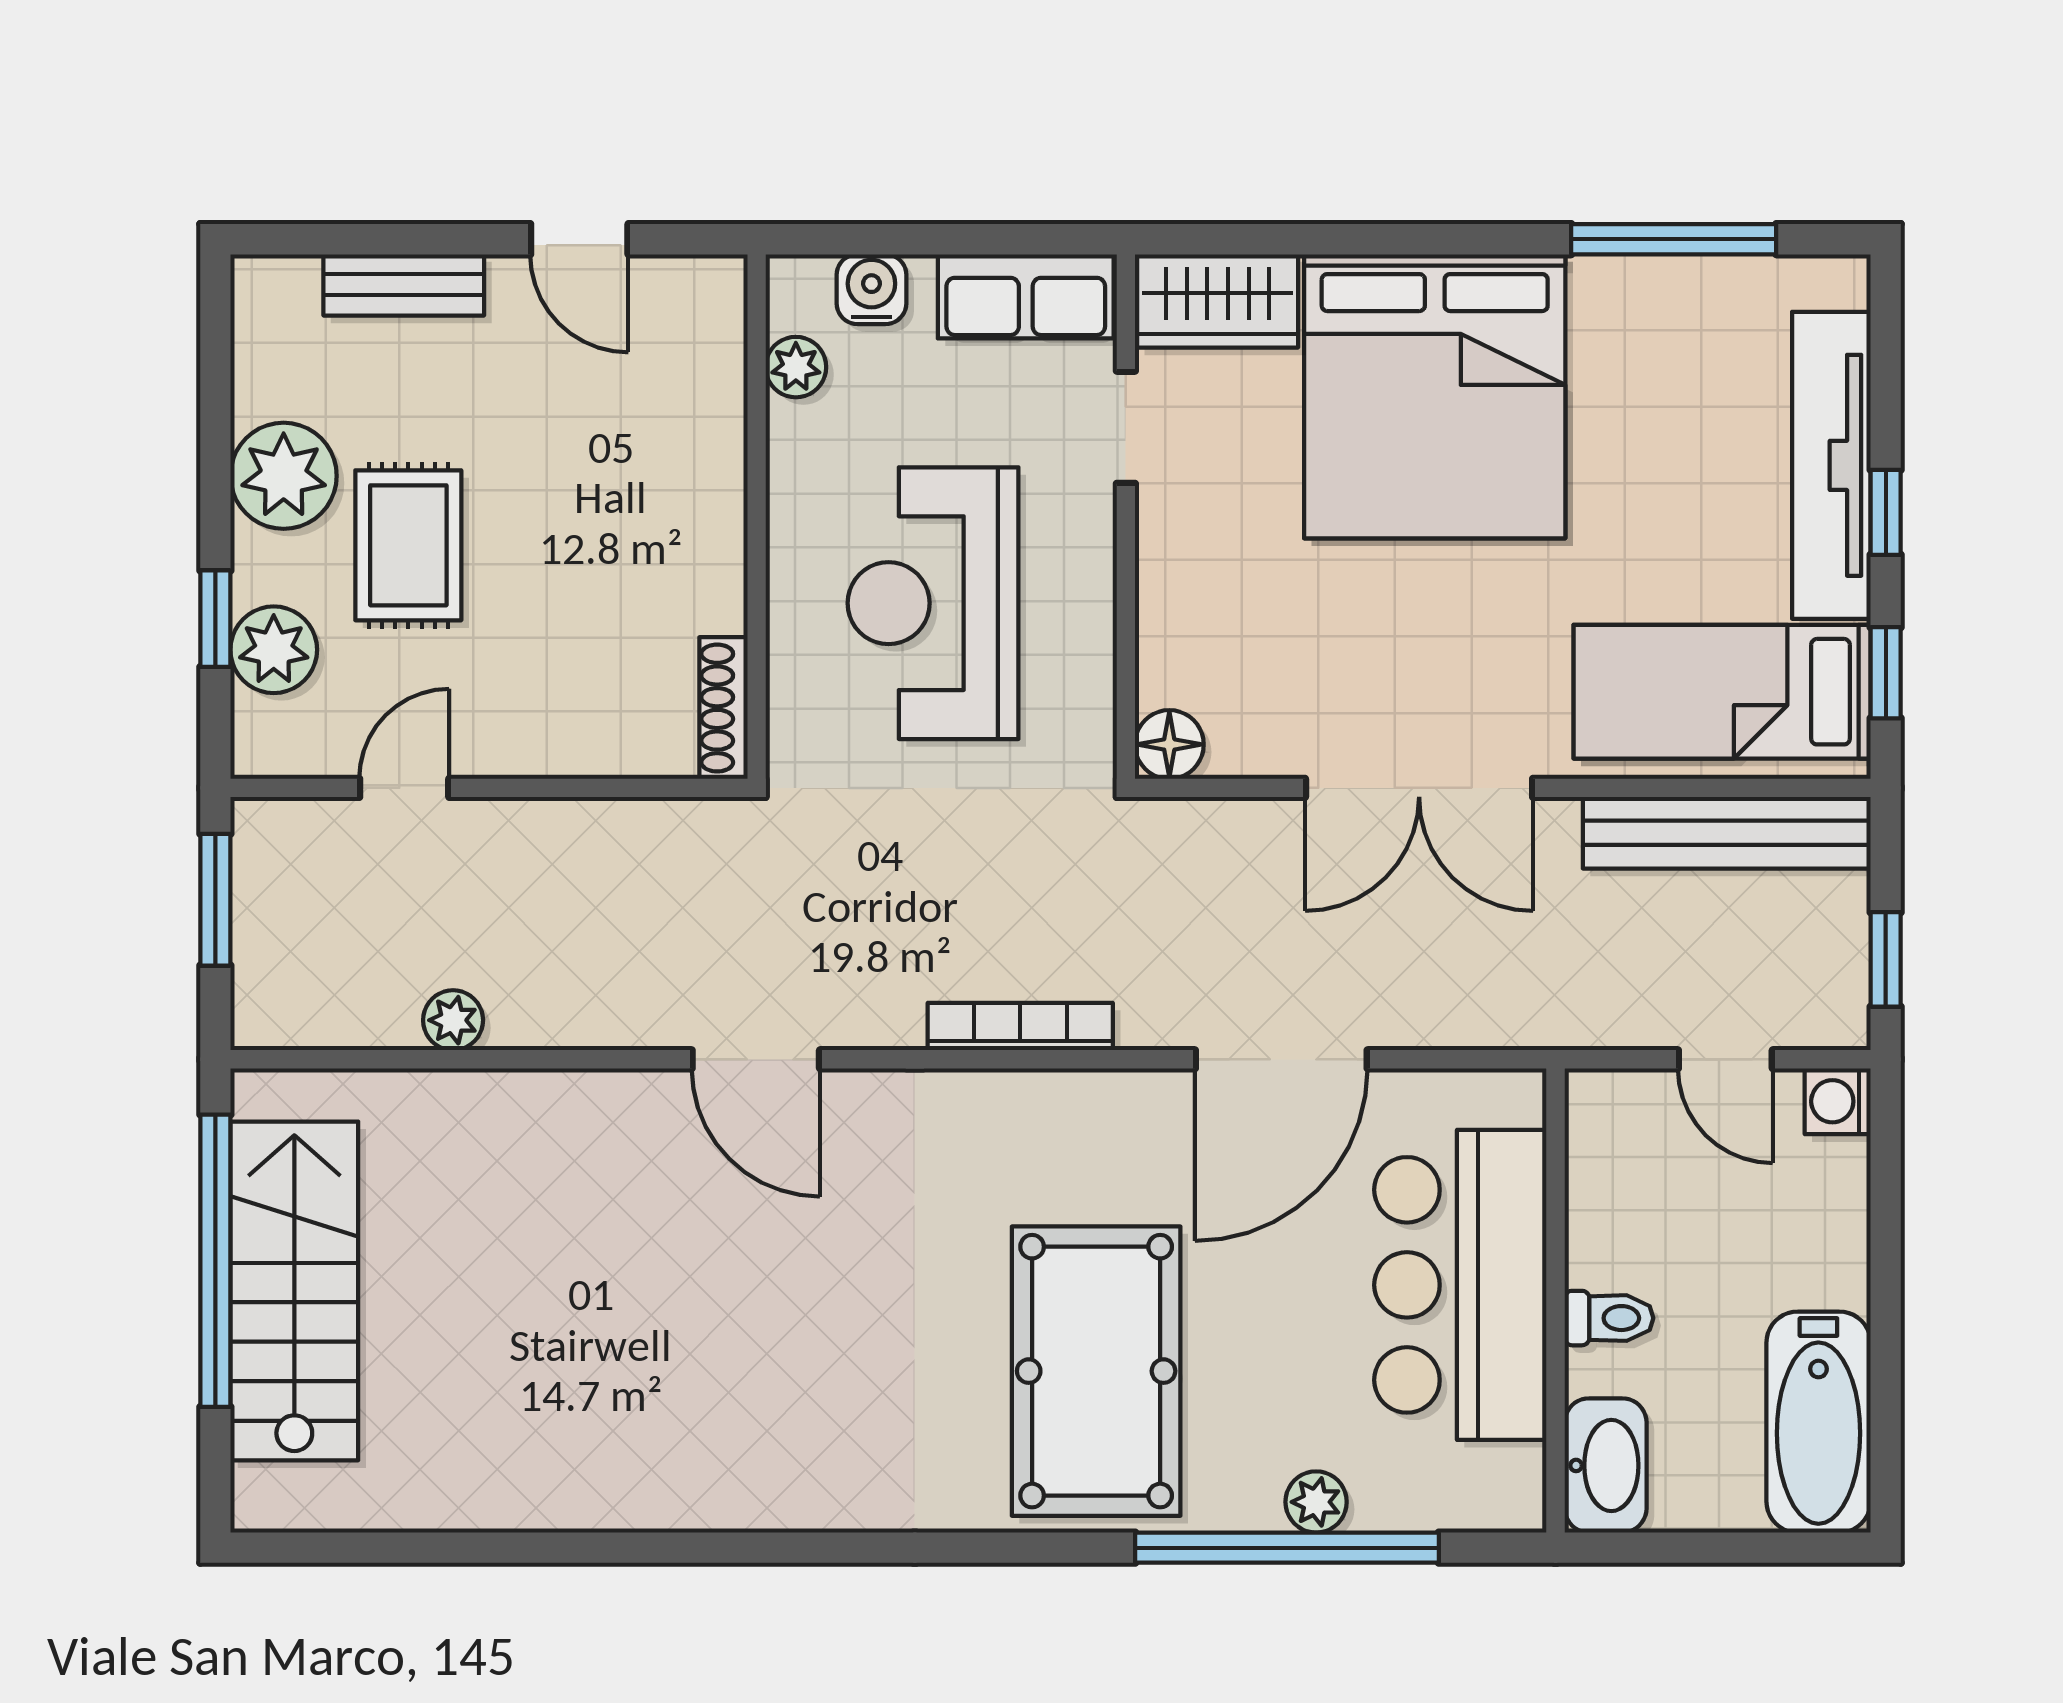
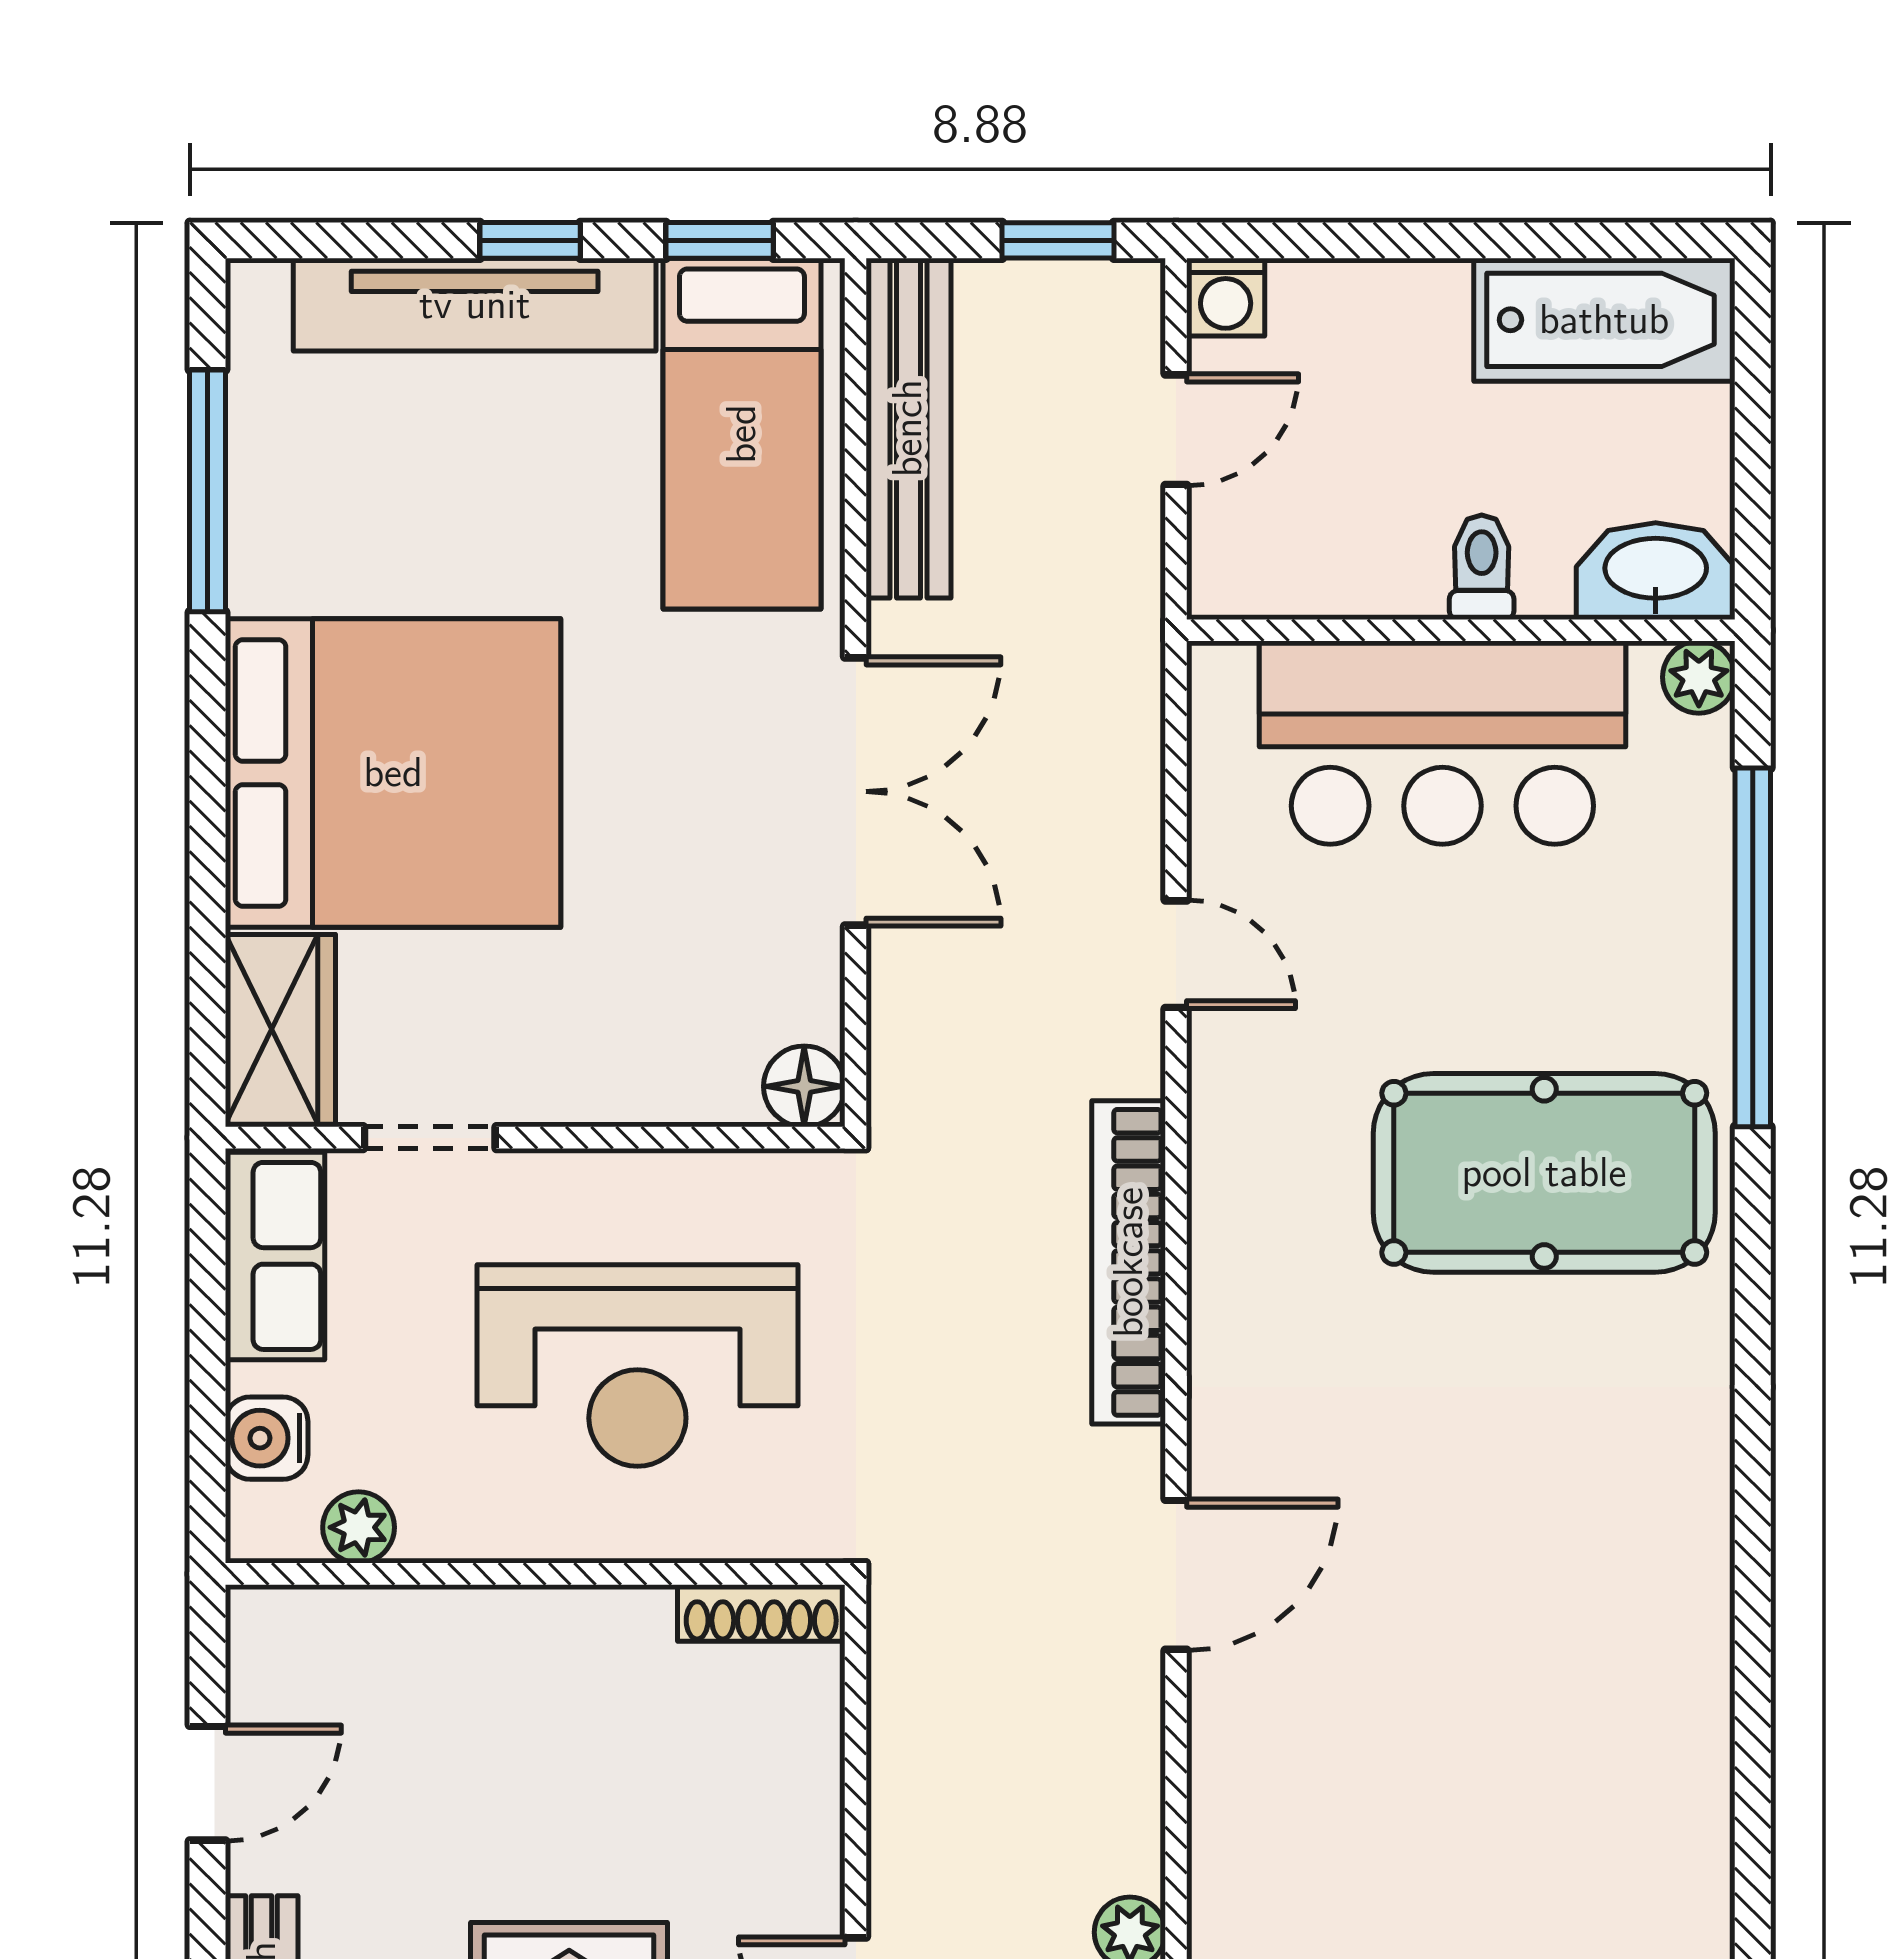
bookcase: (1020, 1027) -> (1129, 1262), width x1.48, depth x1.31
door: (1281, 1059) -> (1176, 954), width x0.53
plant: (1316, 1502) -> (1699, 677), moved

